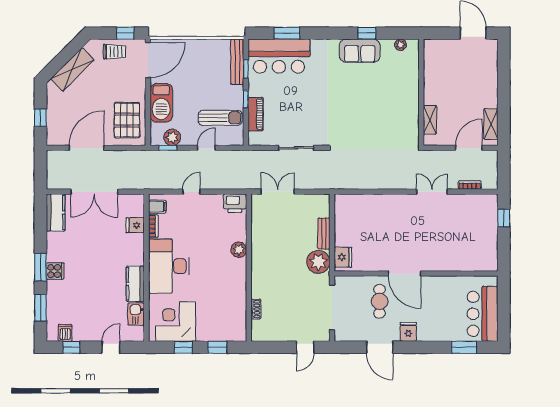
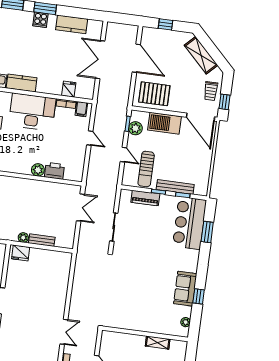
bench: (237, 62) -> (175, 187), moved
shelving: (430, 120) -> (158, 343), moved
printer: (235, 203) -> (54, 171), moved, turned 90
kitchen counter: (56, 213) -> (72, 24), moved
plant: (318, 262) -> (23, 238), width x0.53, depth x0.53

